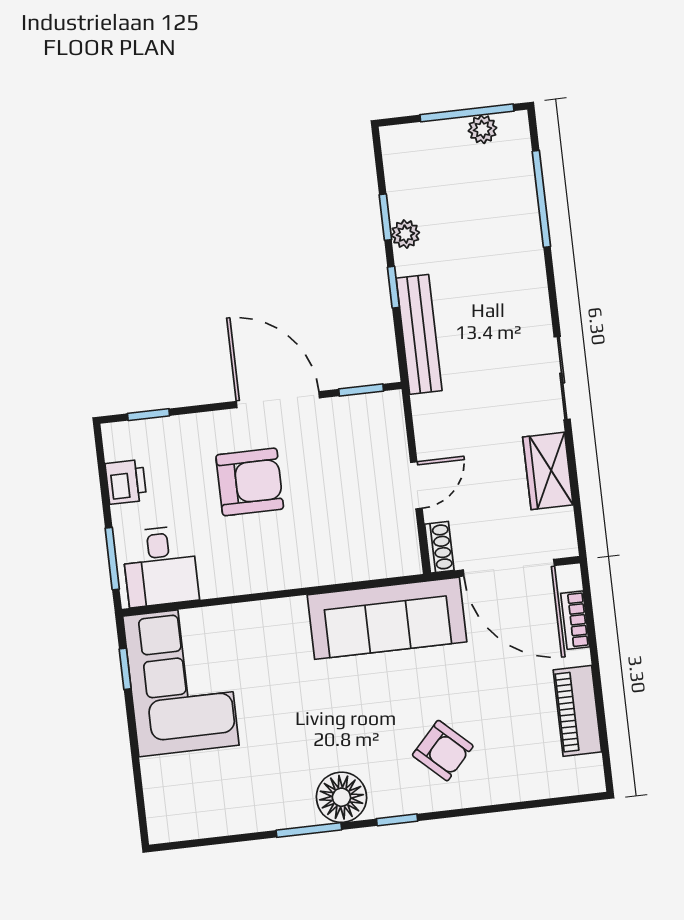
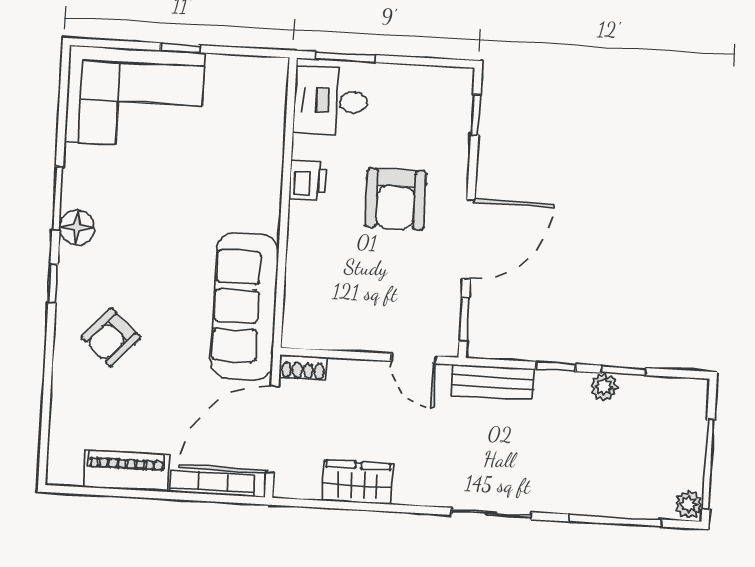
plant: (482, 129) -> (689, 504), moved
bench: (419, 334) -> (492, 382), width x0.73
sliding door: (562, 378) -> (491, 514), moved
printer: (126, 482) -> (308, 180), moved, turned -90
door: (416, 485) -> (414, 359), moved
bookcase: (575, 620) -> (212, 484), width x1.56
window: (125, 669) -> (180, 48), moved
corner sofa: (181, 681) -> (135, 97), moved
floor lamp: (341, 797) -> (77, 227), width x0.73, depth x0.73

